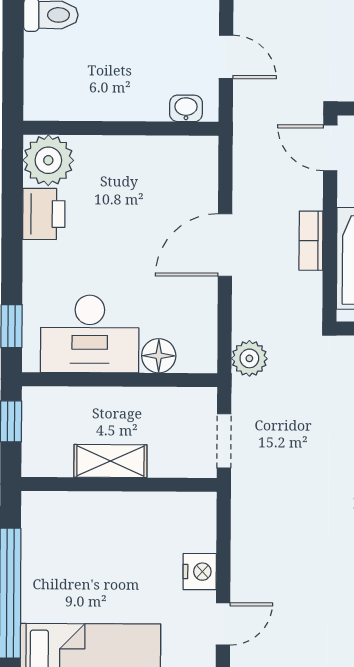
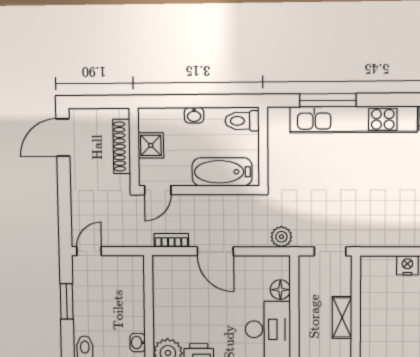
door: (226, 57) -> (89, 251), moved
washbasin: (186, 108) -> (138, 343), moved
bookcase: (311, 241) -> (171, 240), moved, turned 180

